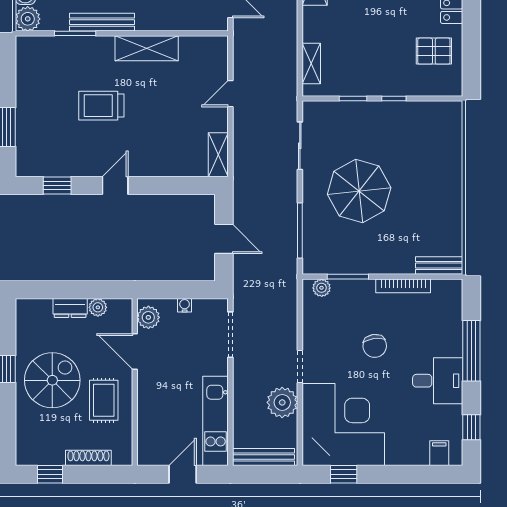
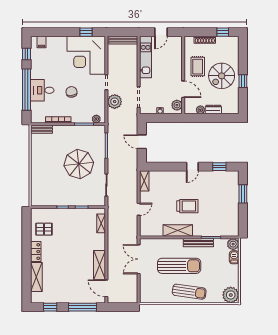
trolley: (101, 106) -> (187, 206), moved
window: (471, 351) -> (26, 90), width x1.46
desk: (438, 381) -> (42, 90), moved
plant: (282, 402) -> (115, 102), moved

